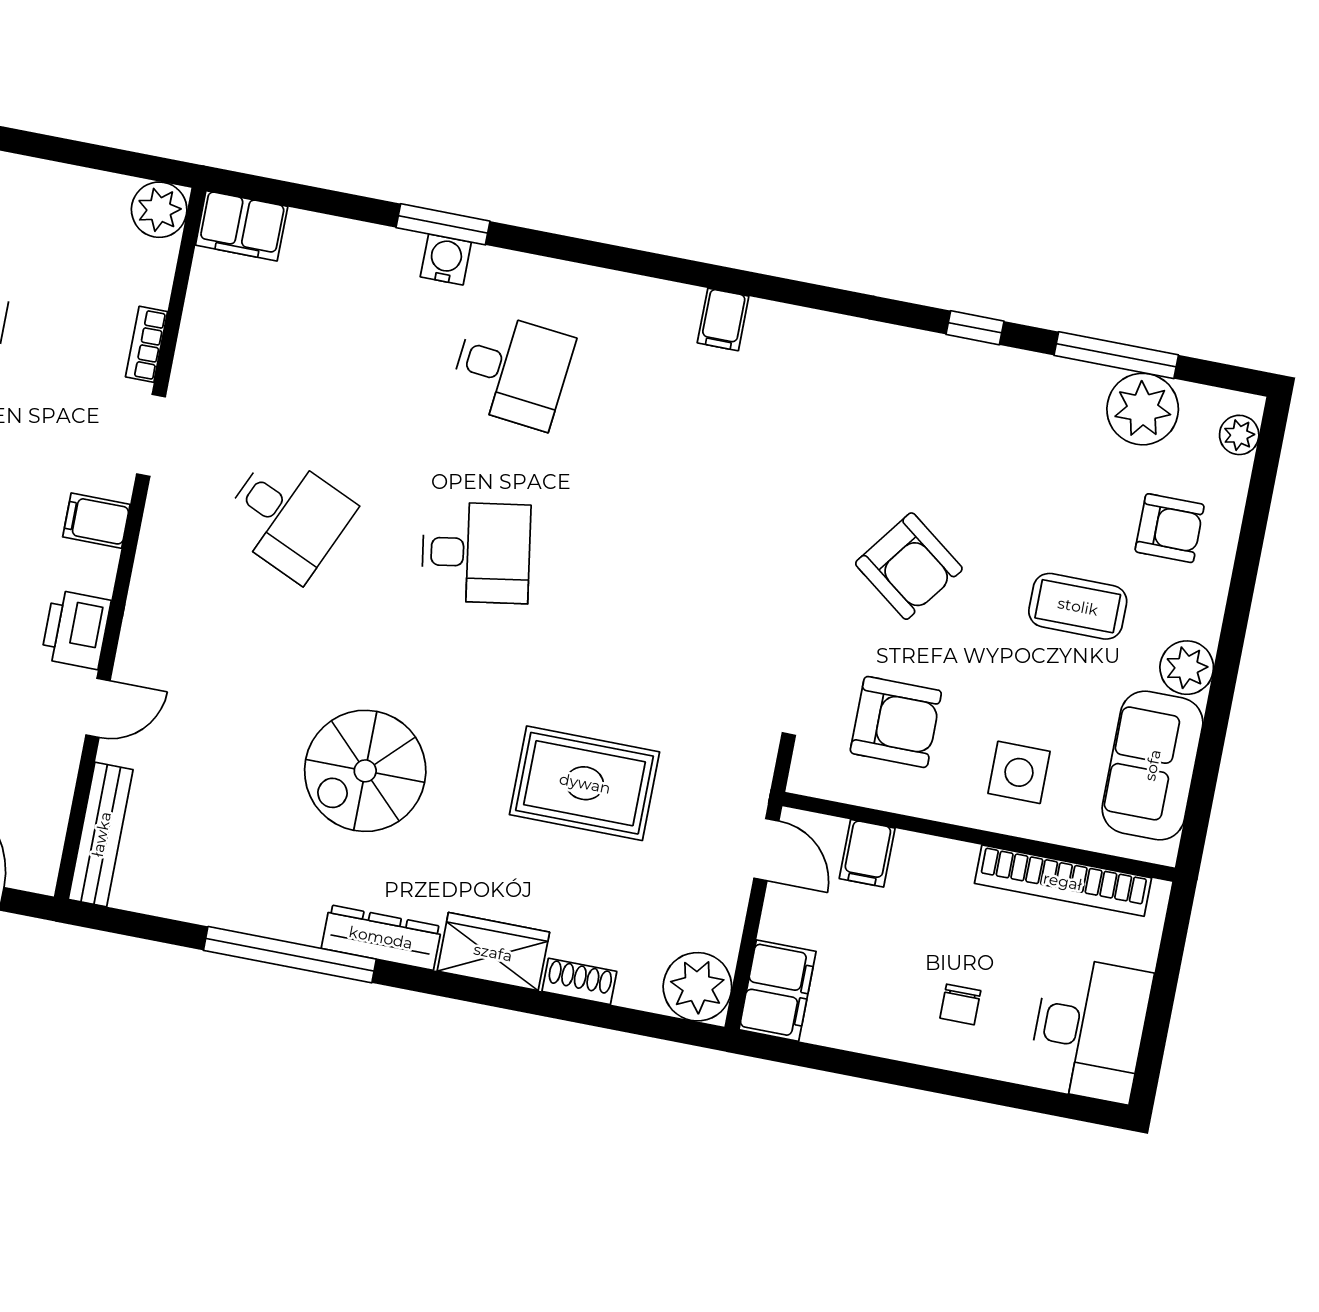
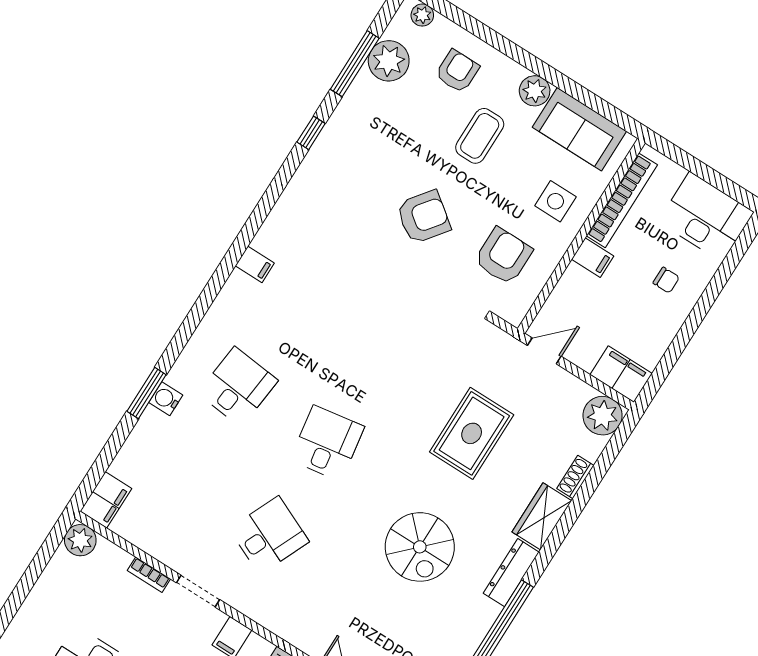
filing cabinet: (867, 853) -> (593, 258), moved

